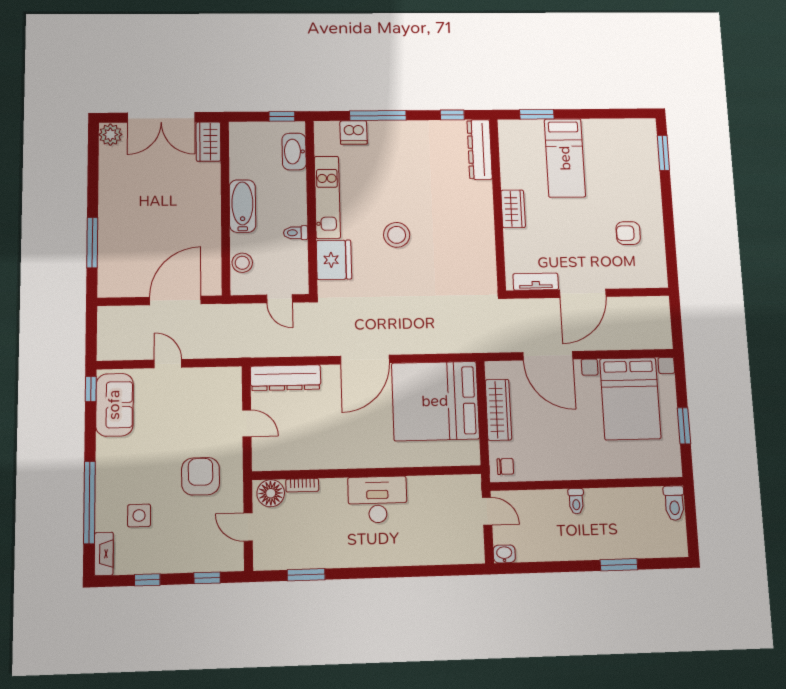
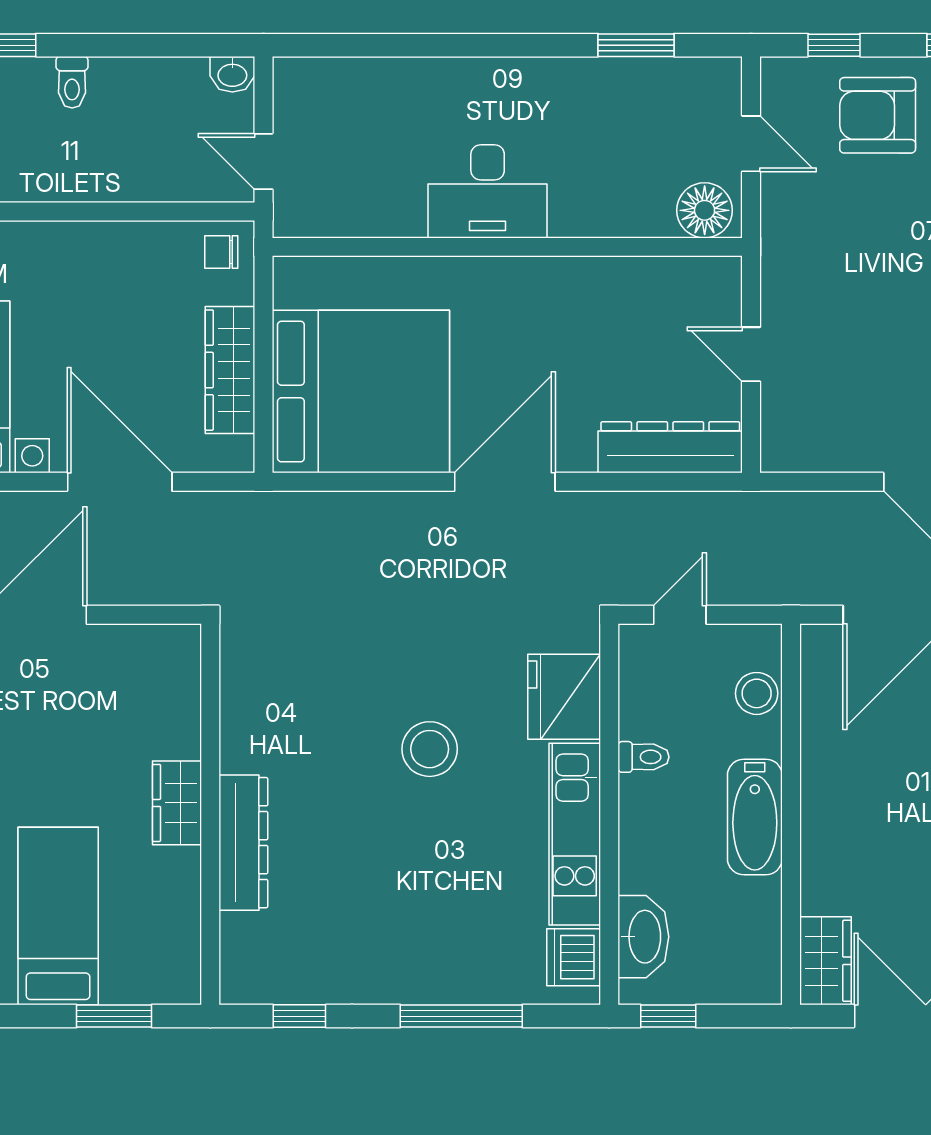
dishwasher: (354, 132) -> (574, 957), moved, turned -90
dresser: (480, 149) -> (243, 843), moved
tv unit: (536, 282) -> (137, 642), removed
door: (280, 299) -> (680, 615), hinge flipped
armchair: (201, 476) -> (878, 115), moved, turned 90
bookcase: (302, 485) -> (640, 225), removed
toilet: (576, 501) -> (72, 82), moved, turned 180

